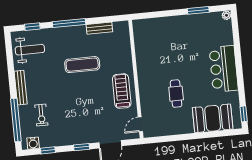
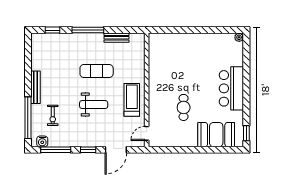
window: (198, 10) -> (213, 30), removed
weight bench: (30, 50) -> (94, 105), moved
window: (48, 150) -> (56, 150), width x2.17

